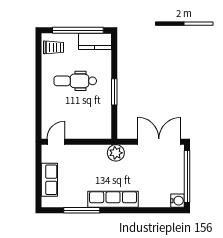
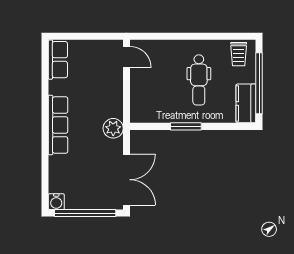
dental chair: (75, 81) -> (199, 80), turned 180
row of seats: (49, 180) -> (58, 60), moved, turned -90
window: (82, 210) -> (45, 88), removed

